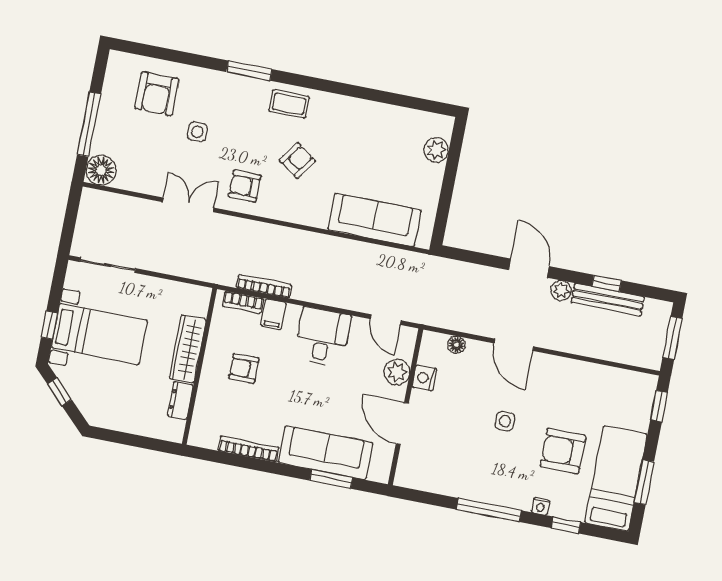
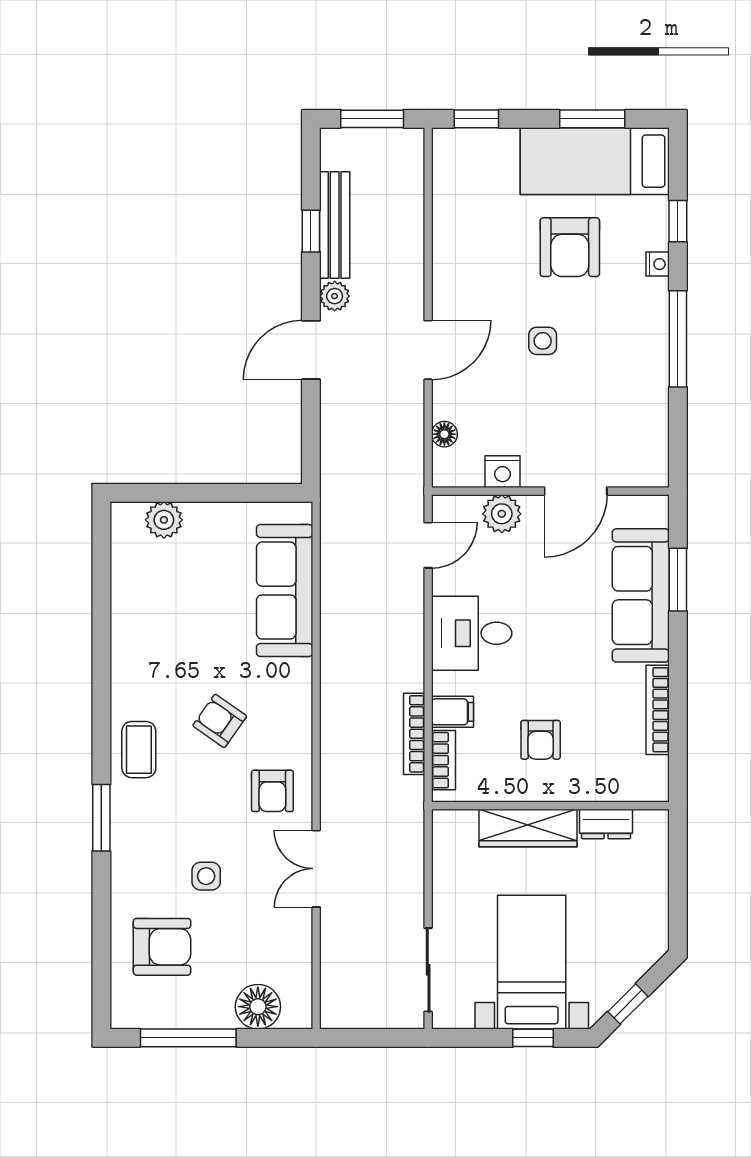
window: (89, 124) -> (188, 1038), moved
floor lamp: (101, 170) -> (258, 1007), moved

